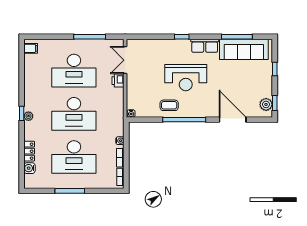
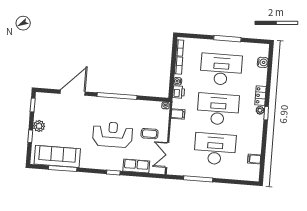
row of seats: (205, 46) -> (136, 166), moved
filing cabinet: (31, 48) -> (254, 159), moved
double door: (125, 60) -> (167, 155), swing flipped
printer: (118, 81) -> (179, 92), moved
plant: (266, 104) -> (39, 126), moved
filing cabinet: (117, 105) -> (178, 114), added
coffee table: (169, 105) -> (150, 134), moved
door: (233, 120) -> (73, 93), swing flipped
locker: (29, 151) -> (260, 96), moved

